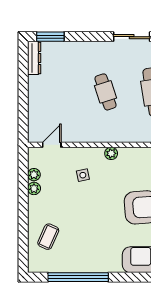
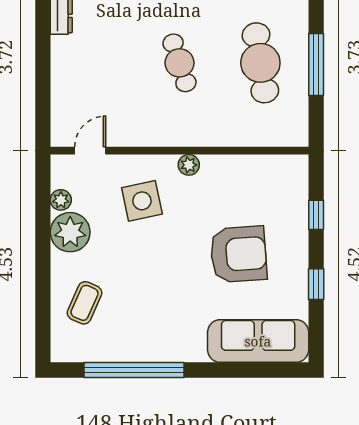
side table: (83, 175) -> (142, 201), width x1.87, depth x1.87
plant: (34, 188) -> (70, 232), width x1.88, depth x1.88

